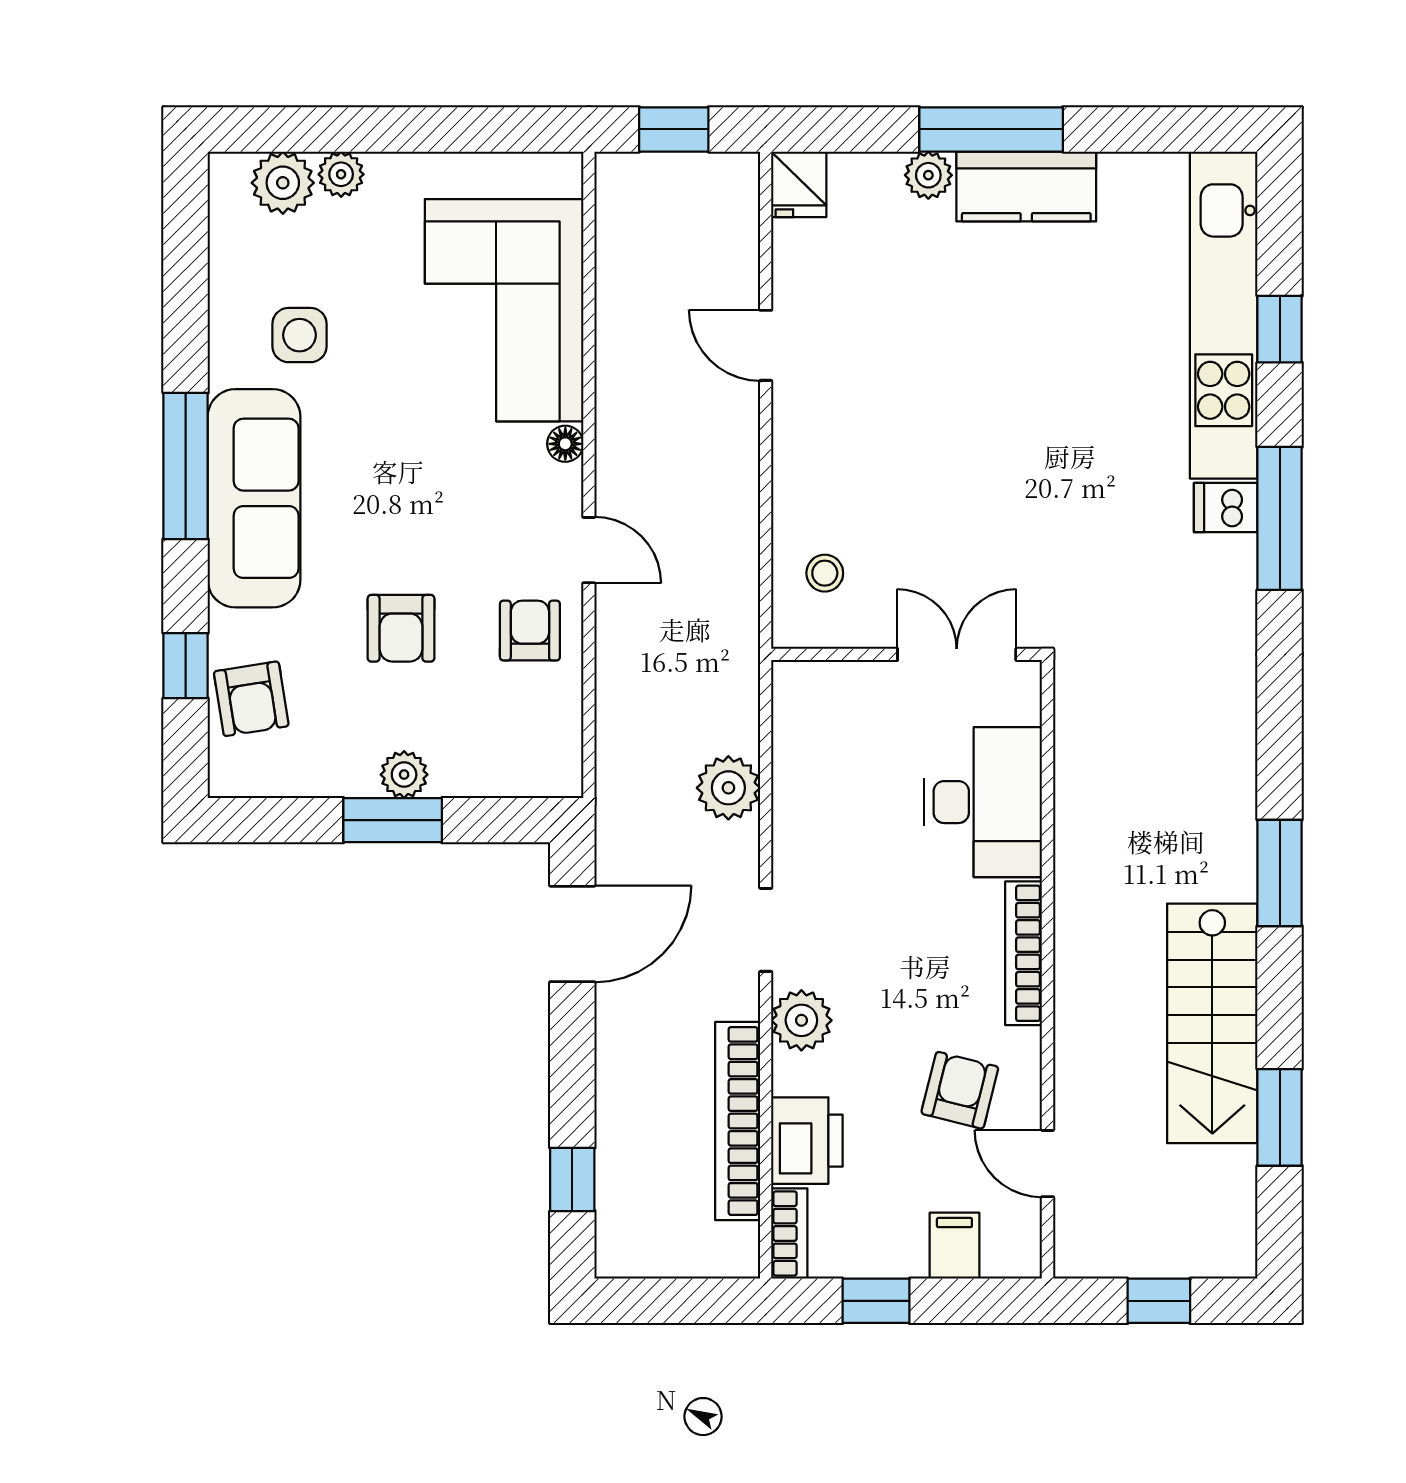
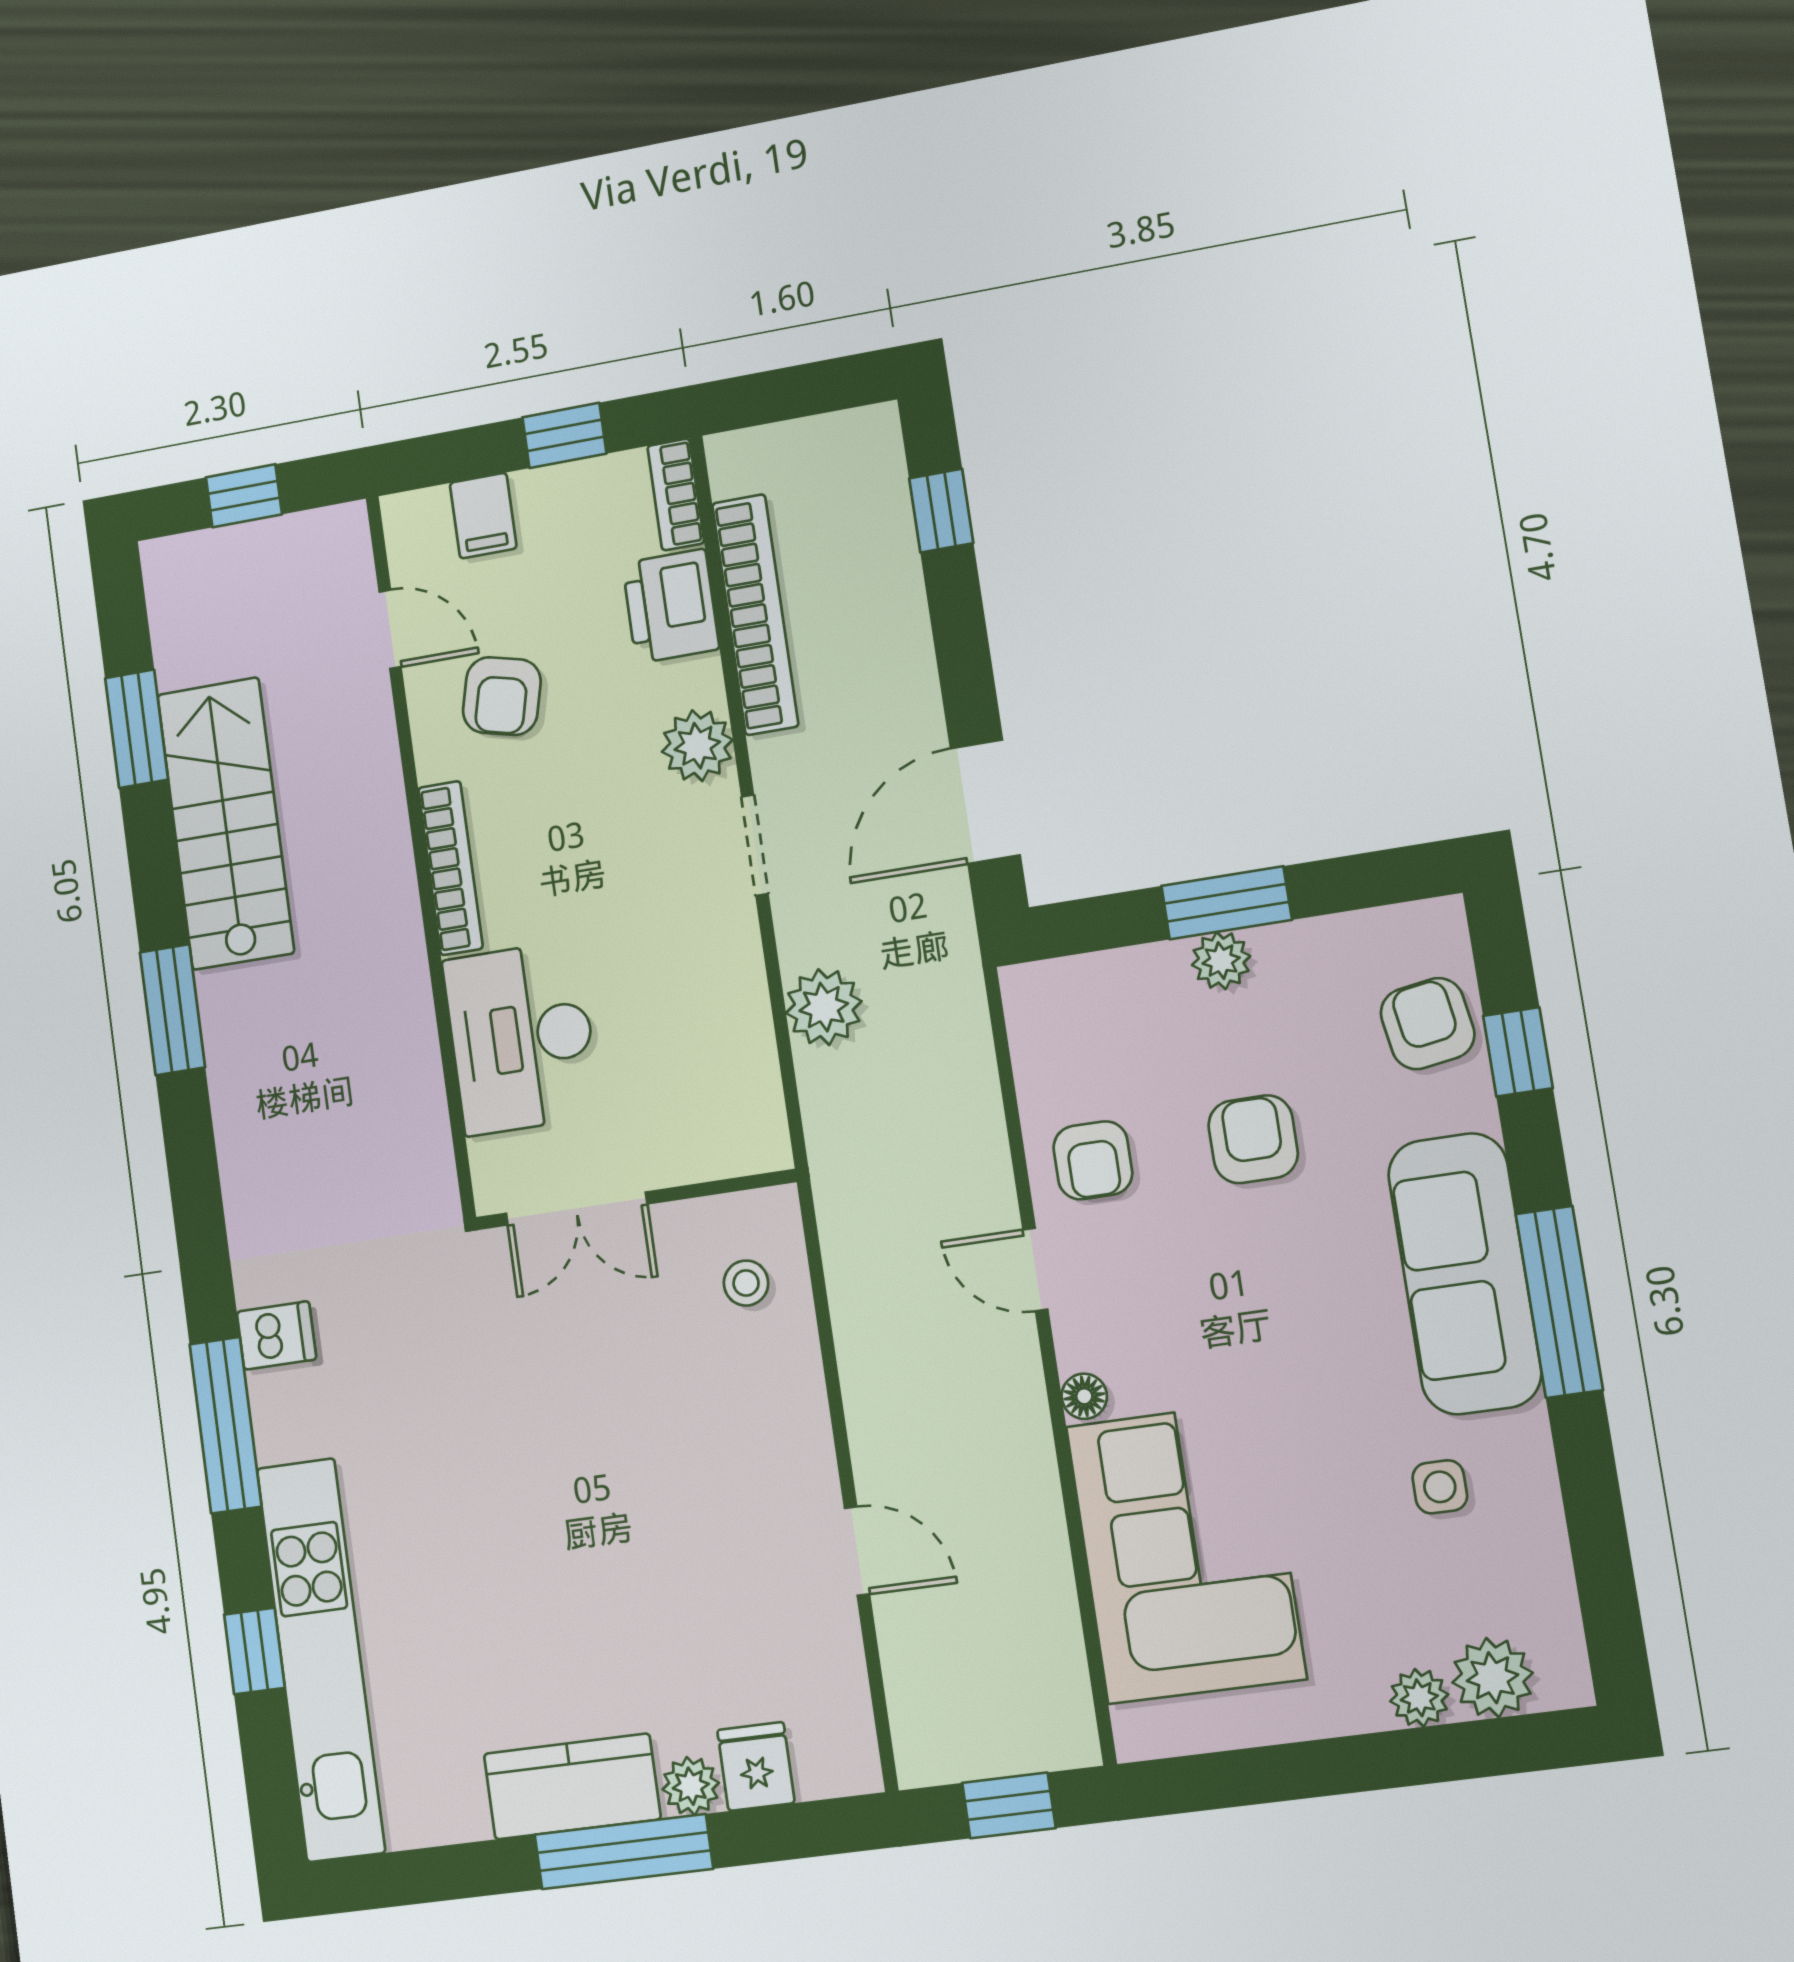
fridge: (799, 184) -> (756, 1766), moved
side table: (300, 335) -> (1440, 1487), width x0.73, depth x0.73
dishwasher: (1226, 508) -> (276, 1335), moved

